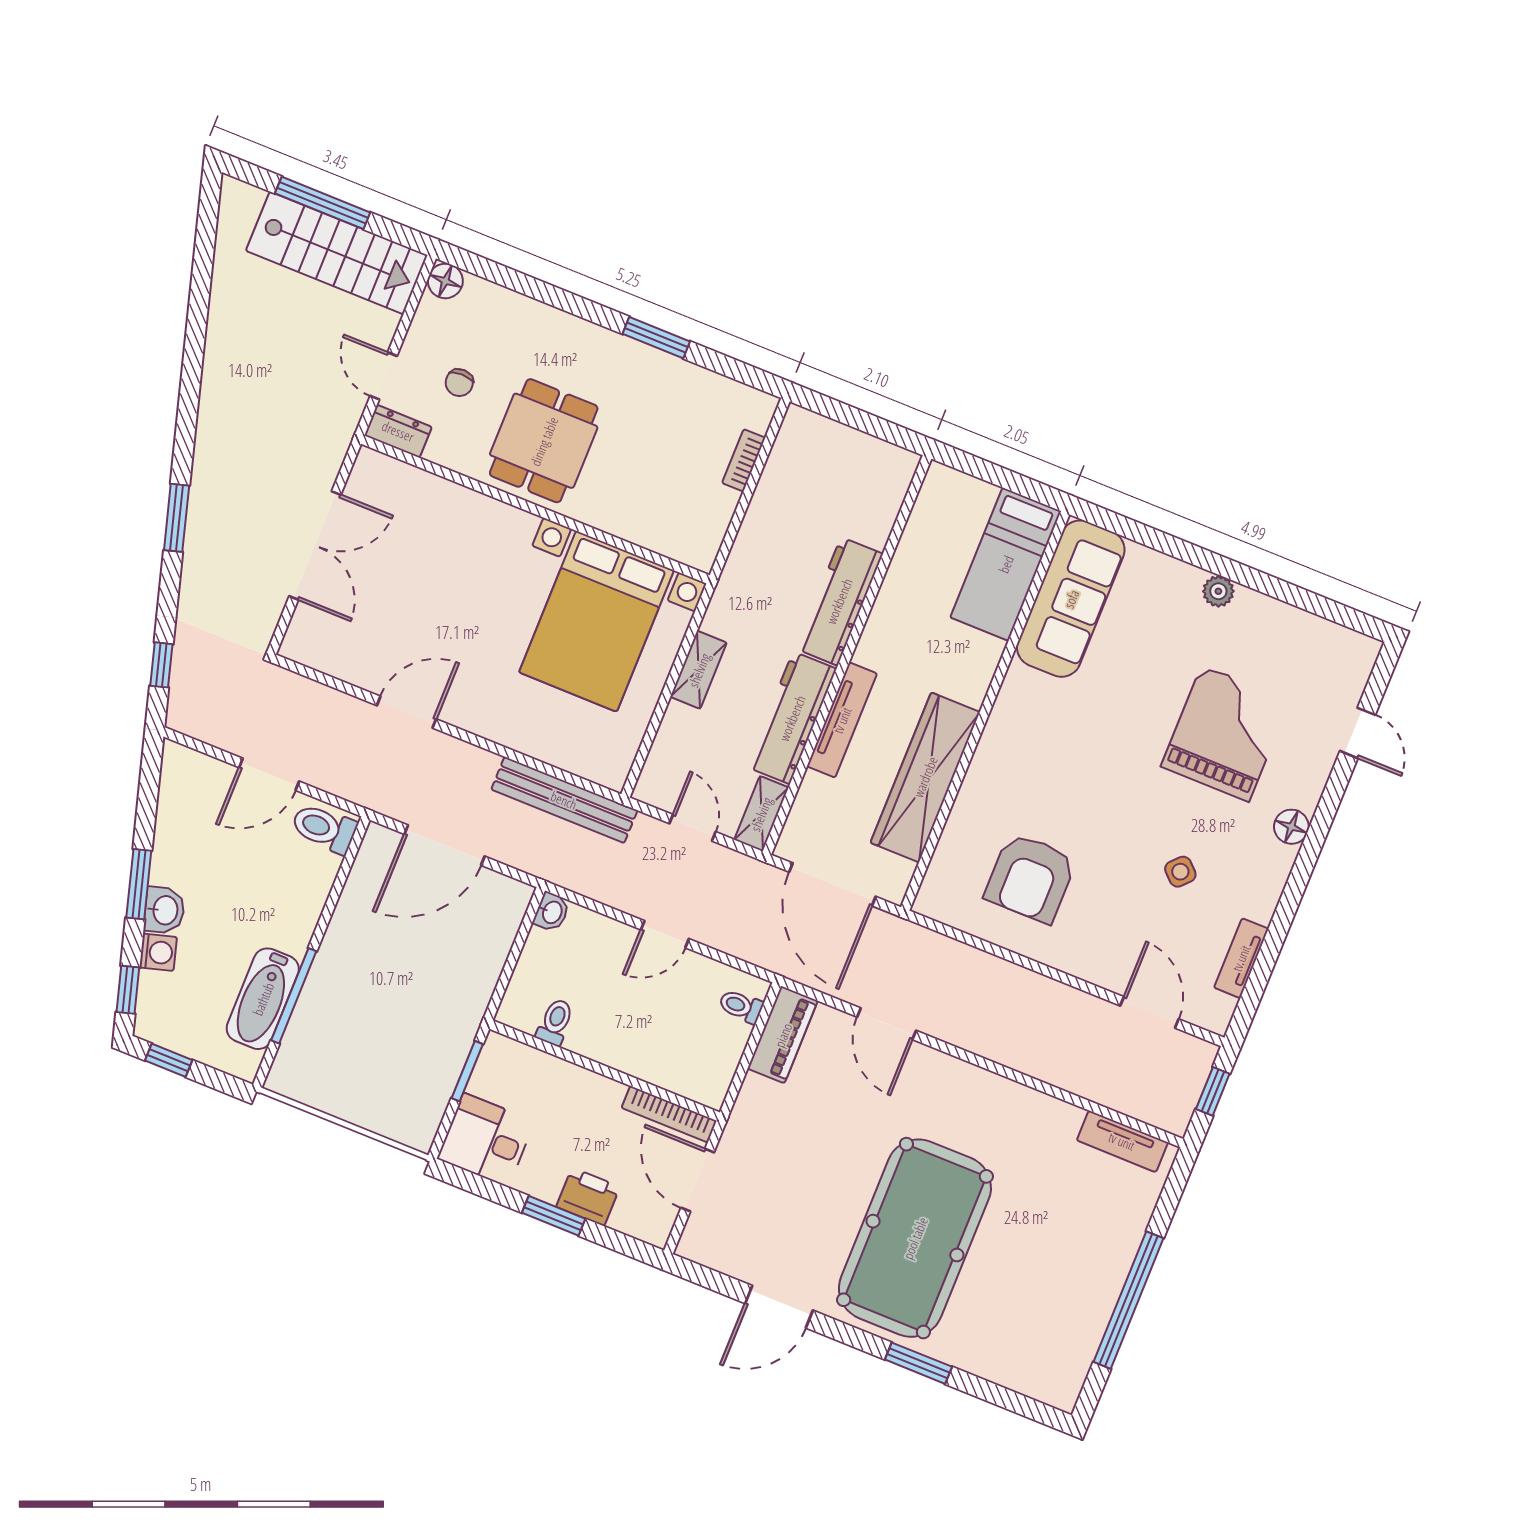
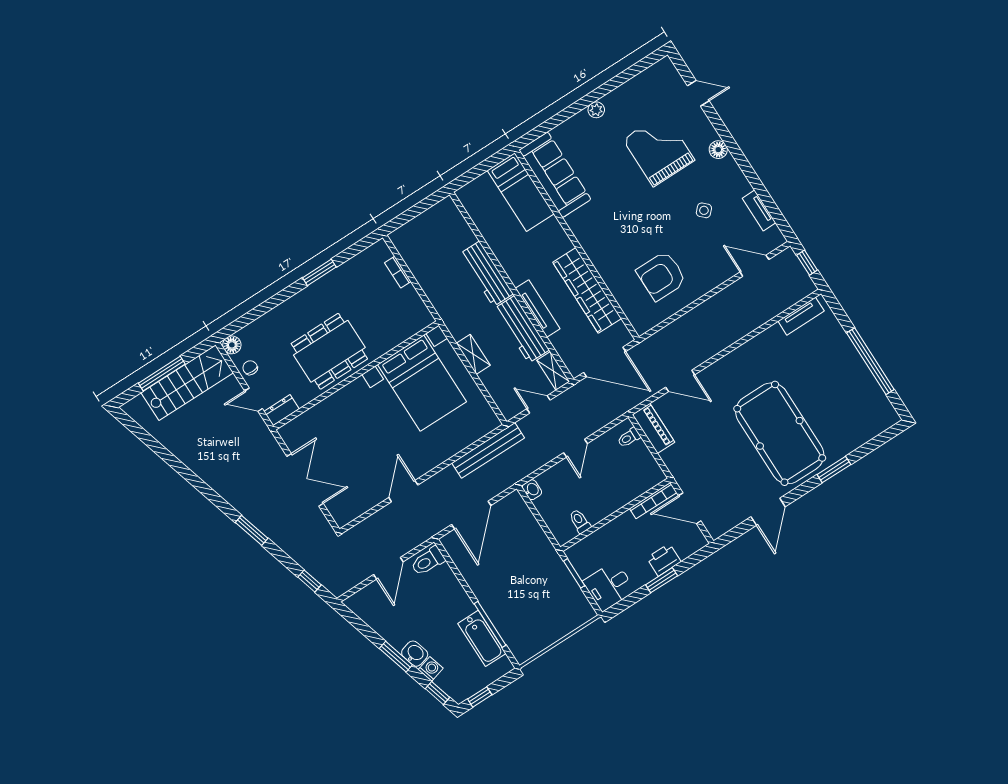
chair: (459, 383) -> (250, 368), moved, turned 180
dining table: (544, 441) -> (329, 351), width x1.37
armchair: (1030, 878) -> (661, 276), turned 90

